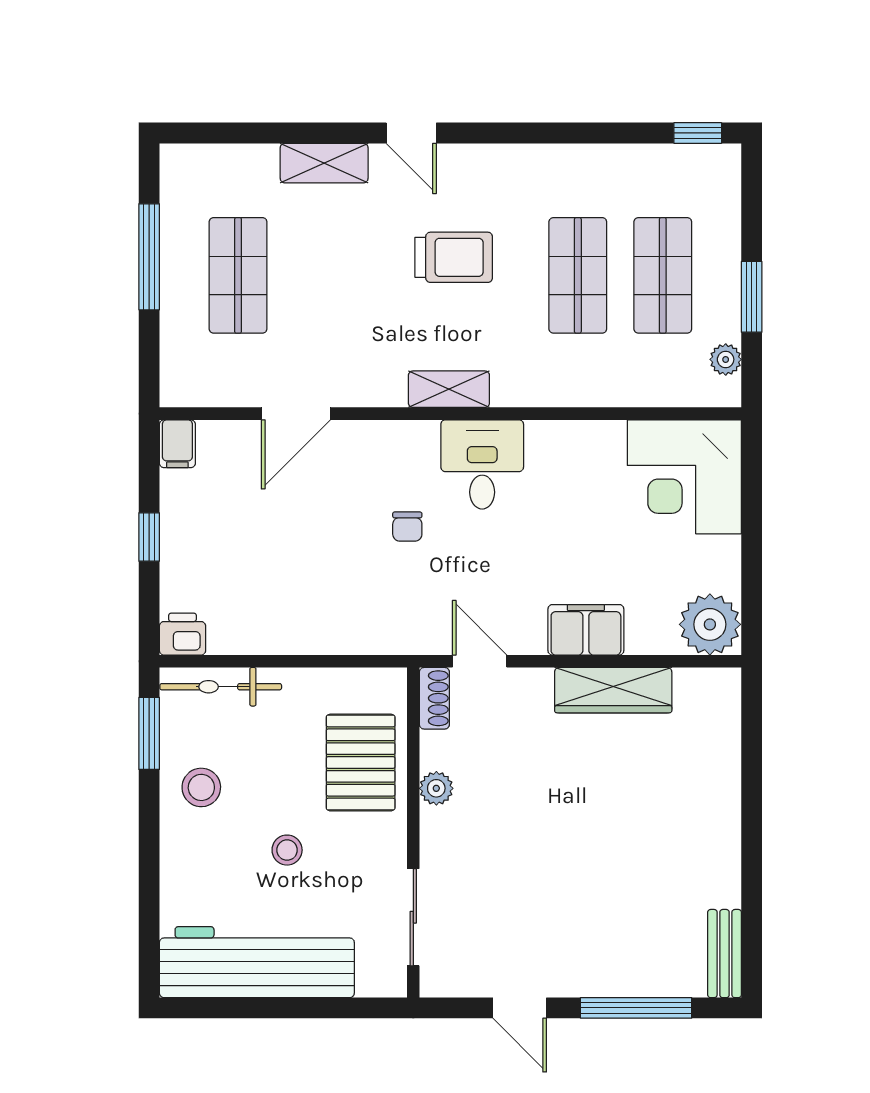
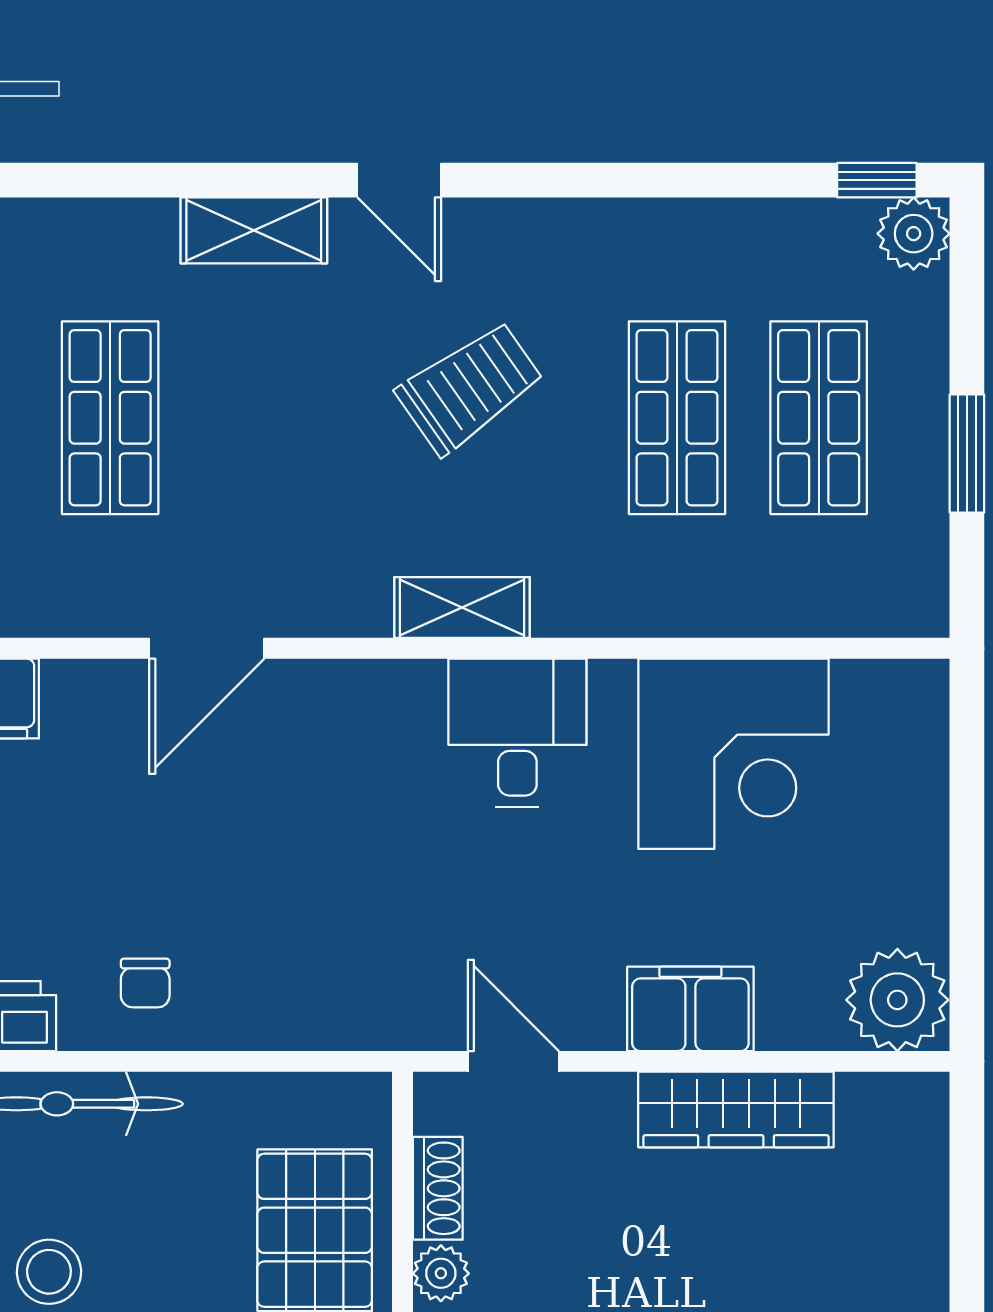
trolley: (454, 257) -> (470, 388), turned -35
plant: (726, 359) -> (914, 234), moved, width x1.38, depth x1.38
corner desk: (684, 477) -> (733, 754), moved, turned -90
chair: (407, 527) -> (145, 983), moved
shoe rack: (434, 698) -> (438, 1188), moved

